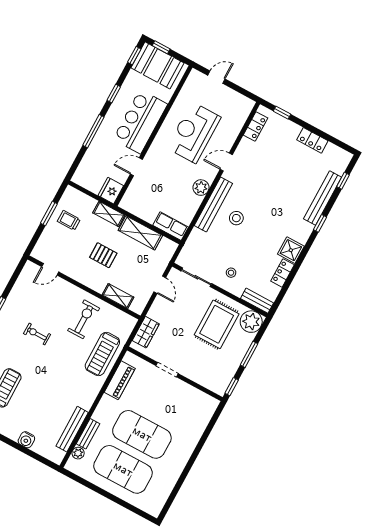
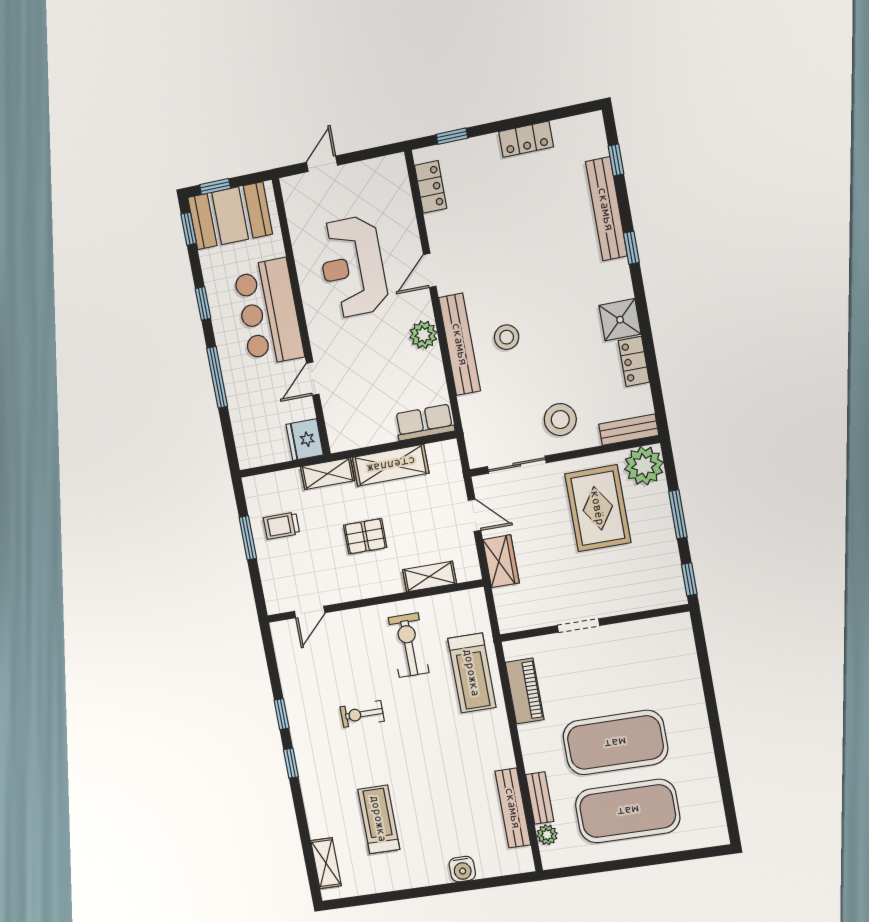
stool: (231, 273) -> (560, 420), width x1.89, depth x1.89
wardrobe: (146, 332) -> (501, 561), moved

